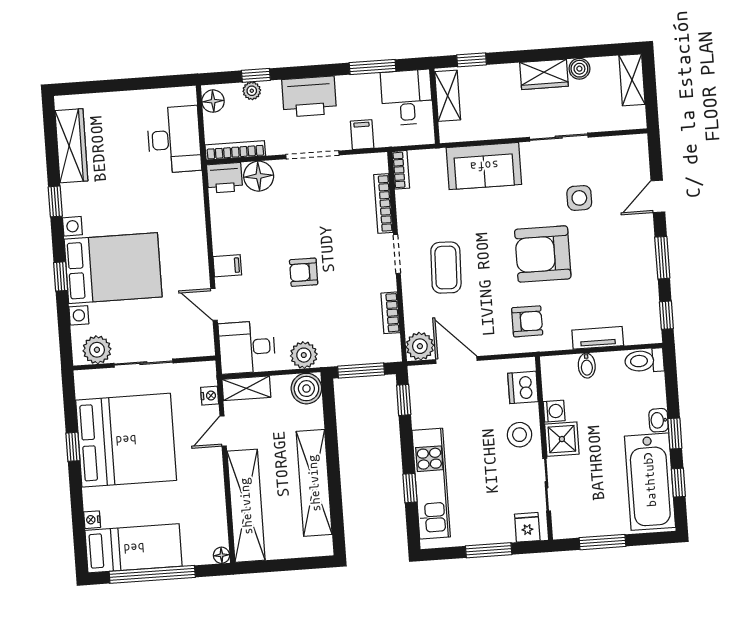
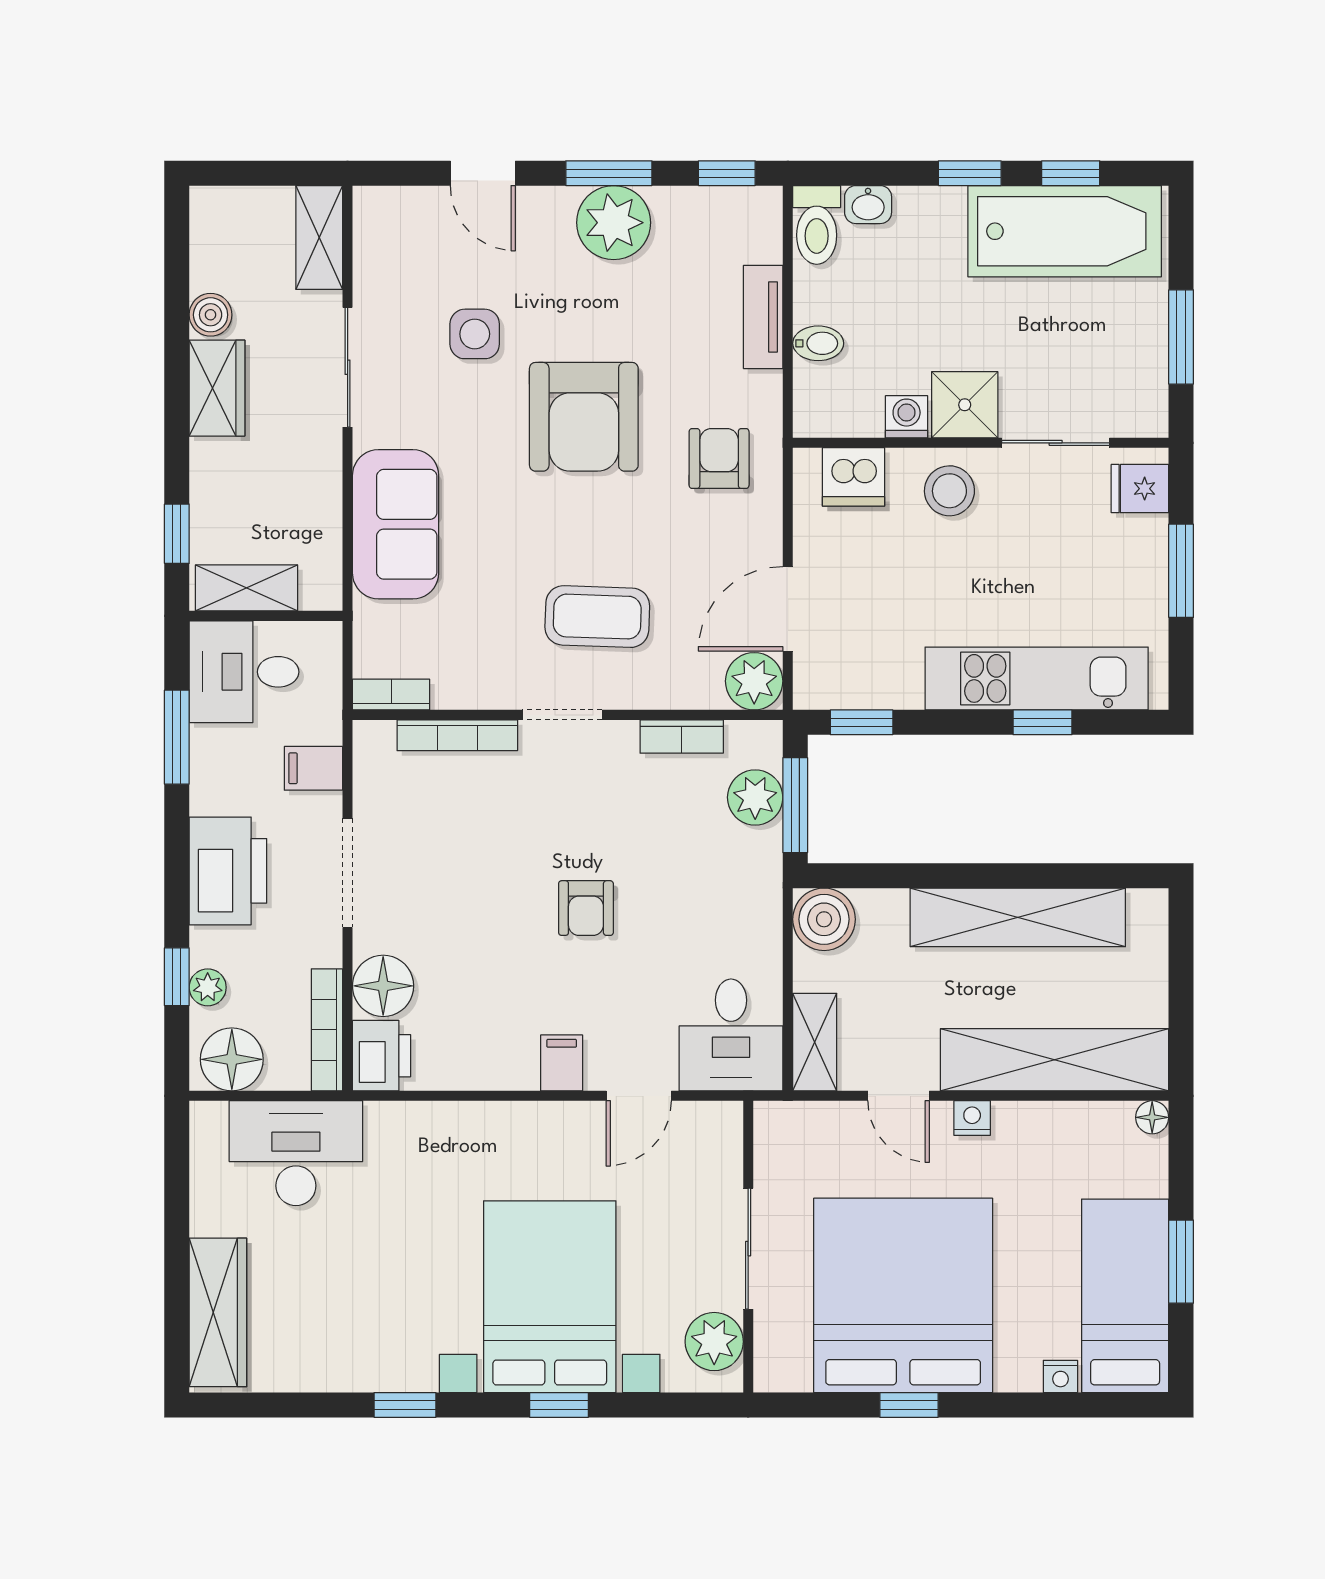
shelving: (632, 80) -> (319, 238), moved, turned 90
floor lamp: (213, 101) -> (232, 1059), width x1.38, depth x1.38
wardrobe: (71, 146) -> (218, 1312), moved, turned 90
plant: (638, 262) -> (614, 223), added
plant: (304, 355) -> (755, 797), moved
nightstand: (210, 396) -> (972, 1118), moved
washbasin: (659, 420) -> (868, 205), moved
window: (152, 574) -> (1181, 1262), width x0.47

